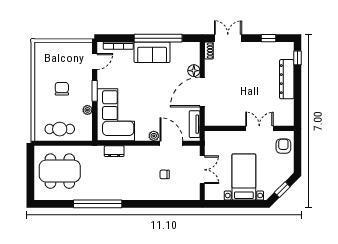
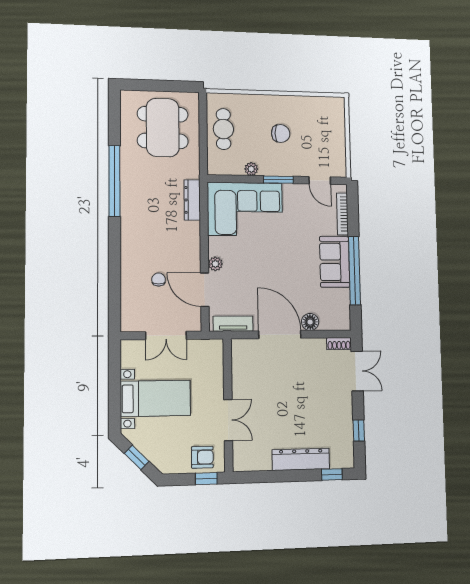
door: (171, 143) -> (205, 290), swing flipped
window: (297, 144) -> (206, 479), added
dresser: (114, 151) -> (192, 200), width x1.44

